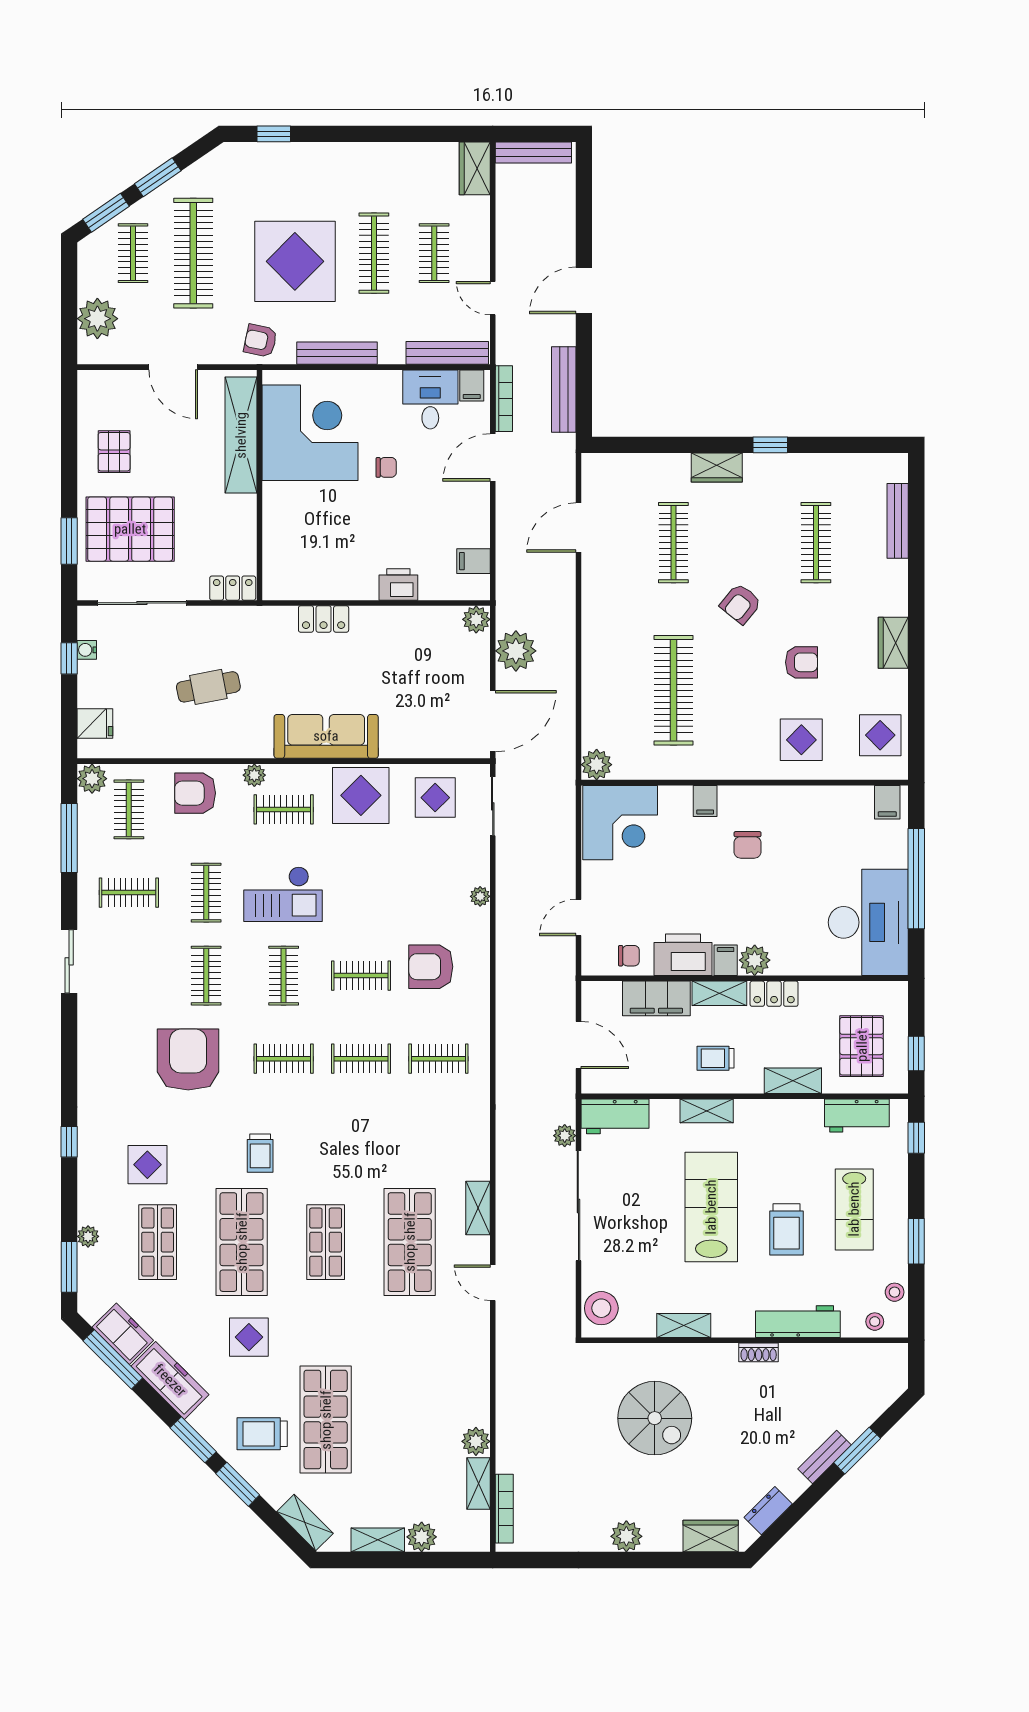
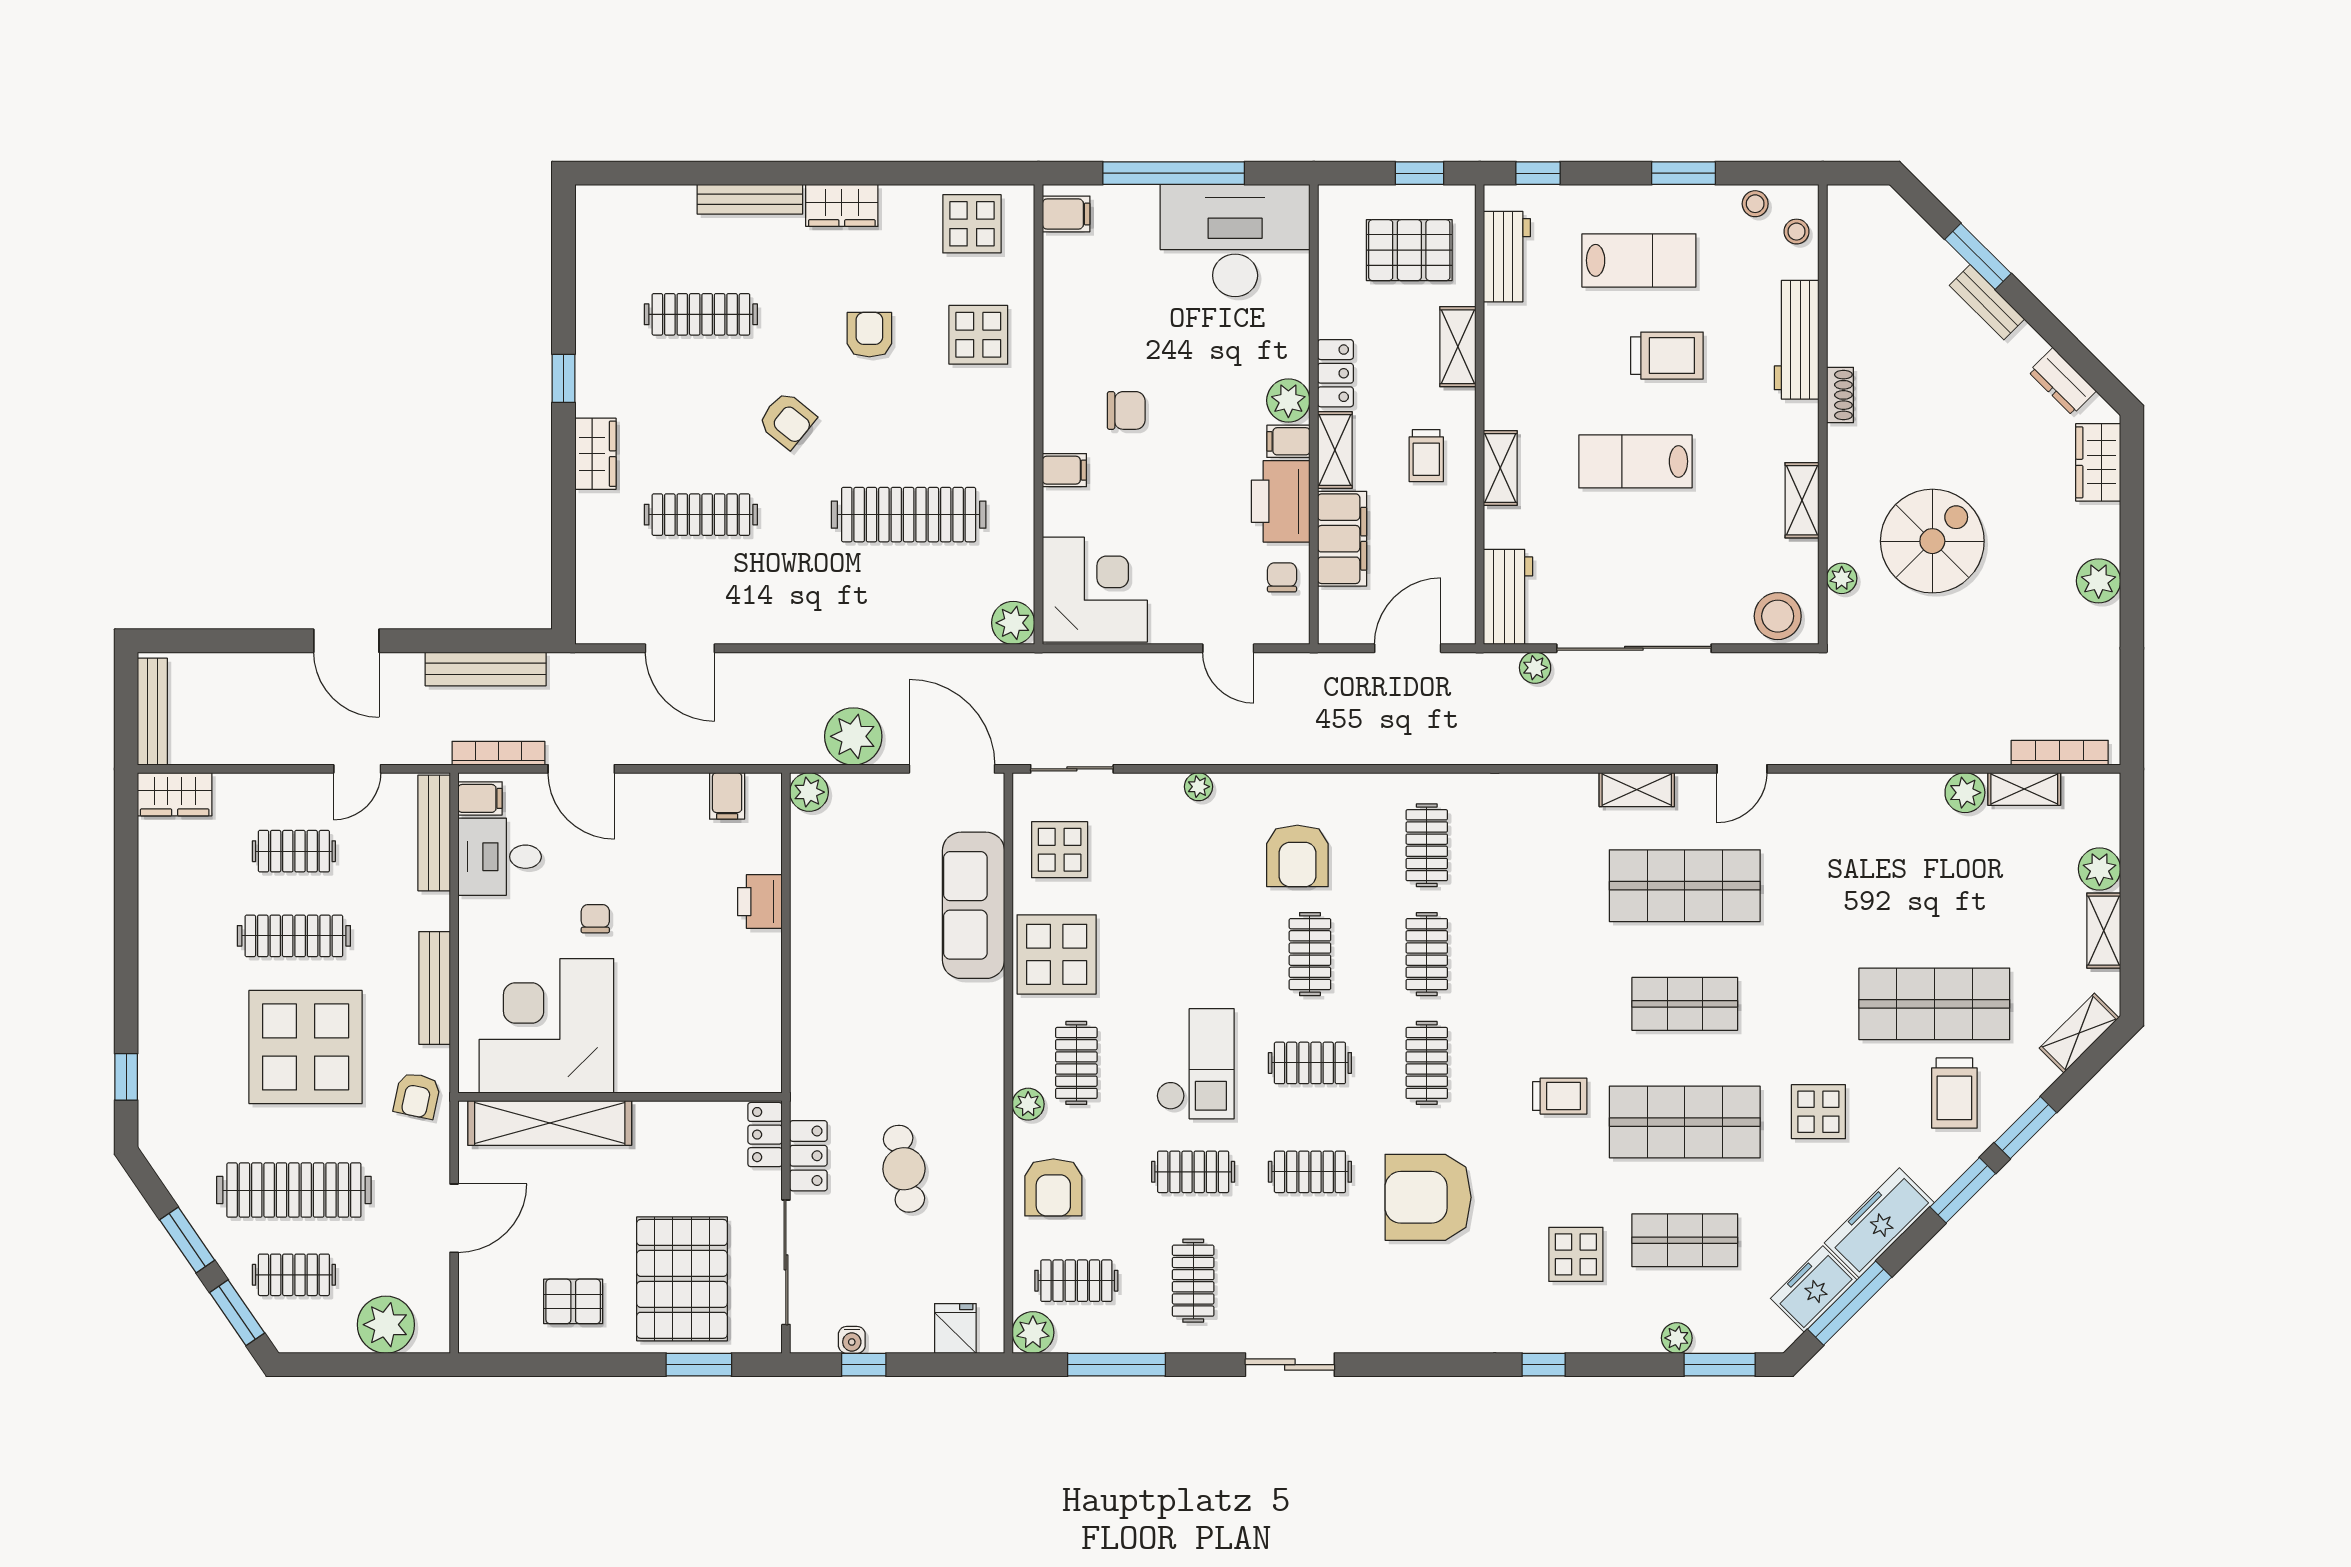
bench: (898, 521) -> (750, 199), moved
locker: (324, 619) -> (808, 1156), moved
sofa: (326, 736) -> (974, 905), moved
lab bench: (711, 1207) -> (1635, 461), width x0.73, depth x0.72
plant: (628, 1354) -> (1842, 578), added

